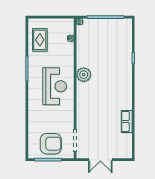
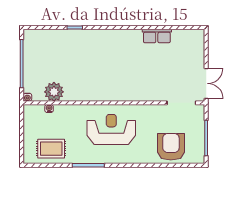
plant: (84, 75) -> (54, 92), moved
armchair: (51, 144) -> (171, 147), moved
double door: (100, 160) -> (206, 83), moved

